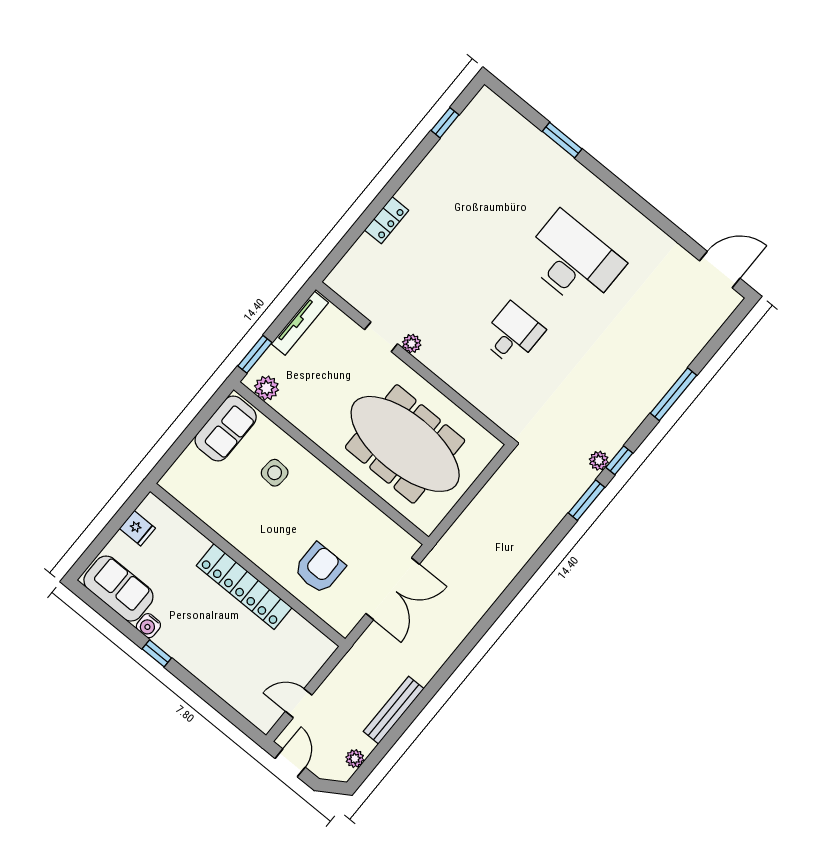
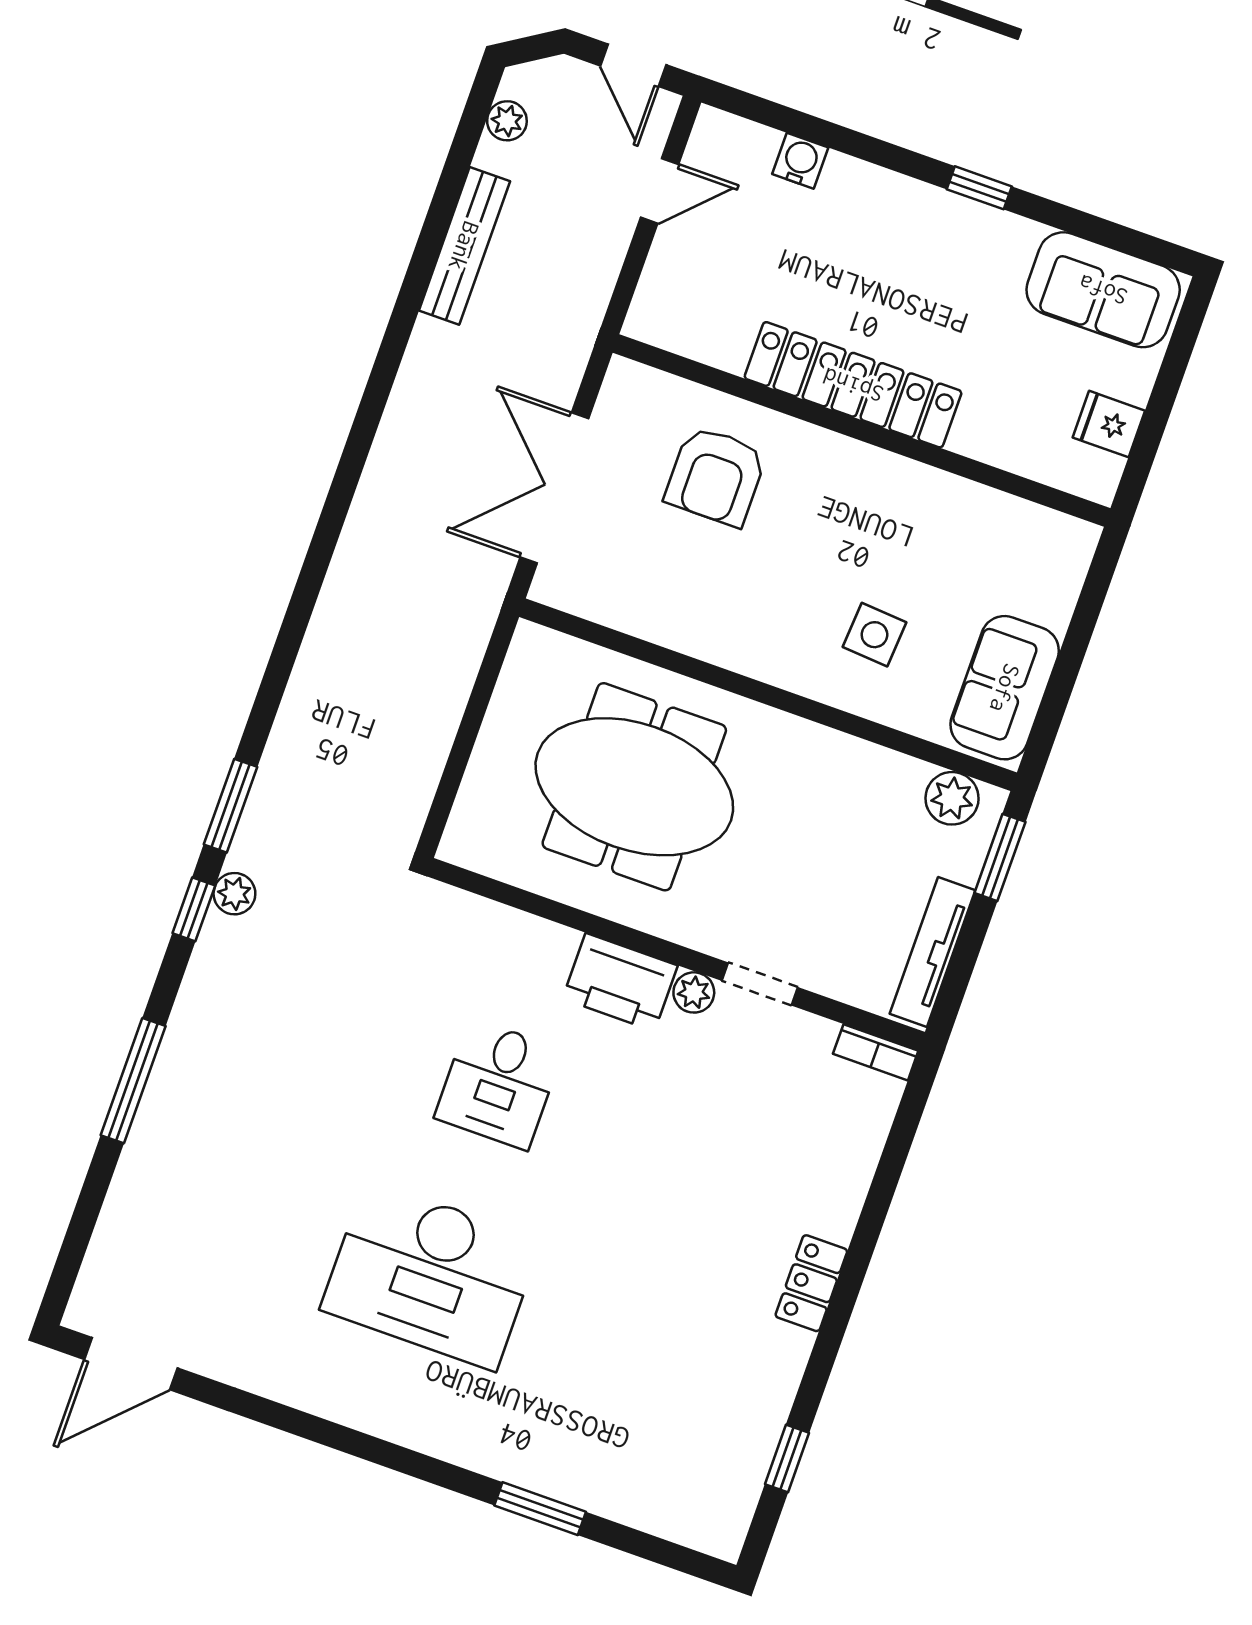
locker: (387, 220) -> (811, 1283), moved
bookcase: (341, 288) -> (876, 1052), added
printer: (443, 360) -> (620, 982), added
meeting table: (405, 444) -> (634, 787), width x0.73
water cooler: (148, 626) -> (800, 161), moved

